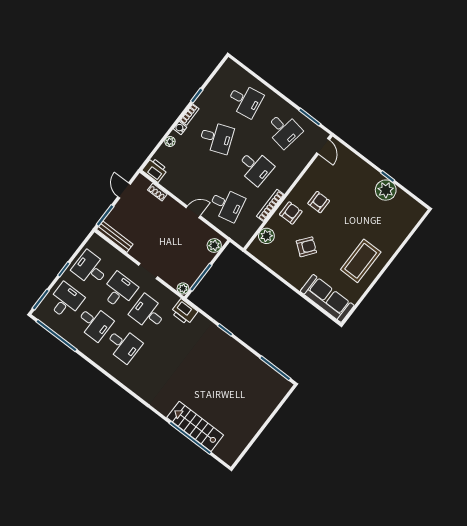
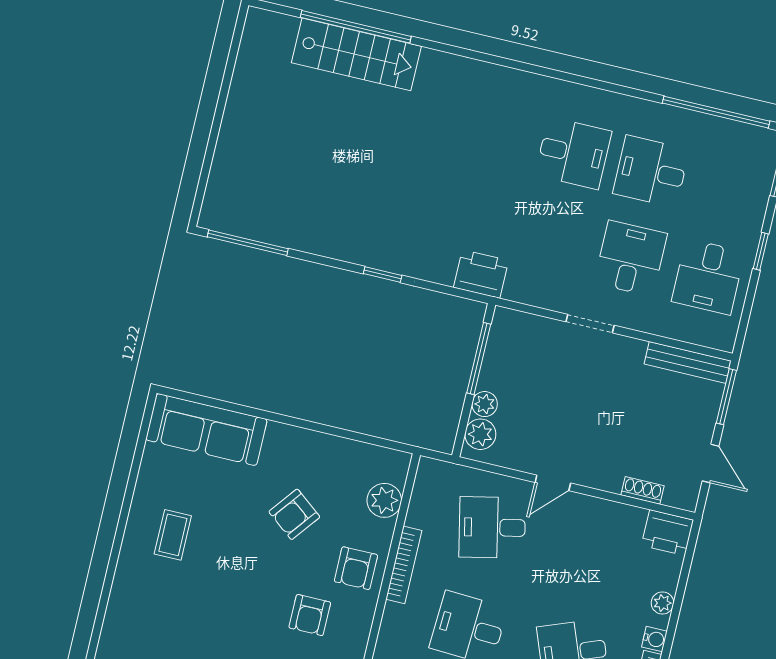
coffee table: (361, 261) -> (173, 535), width x0.54, depth x0.58
desk: (90, 269) -> (708, 277), turned 90
plant: (183, 288) -> (485, 404), moved
desk: (119, 291) -> (631, 258), turned 180
desk: (66, 301) -> (729, 190), removed
desk: (148, 313) -> (553, 240), removed
desk: (123, 345) -> (573, 153), turned 180

